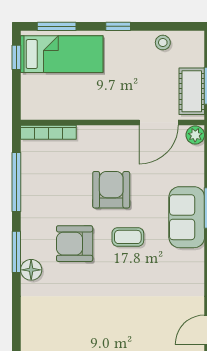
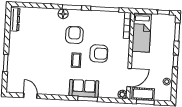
bed: (62, 54) -> (142, 32), moved
door: (159, 122) -> (129, 78), swing flipped

